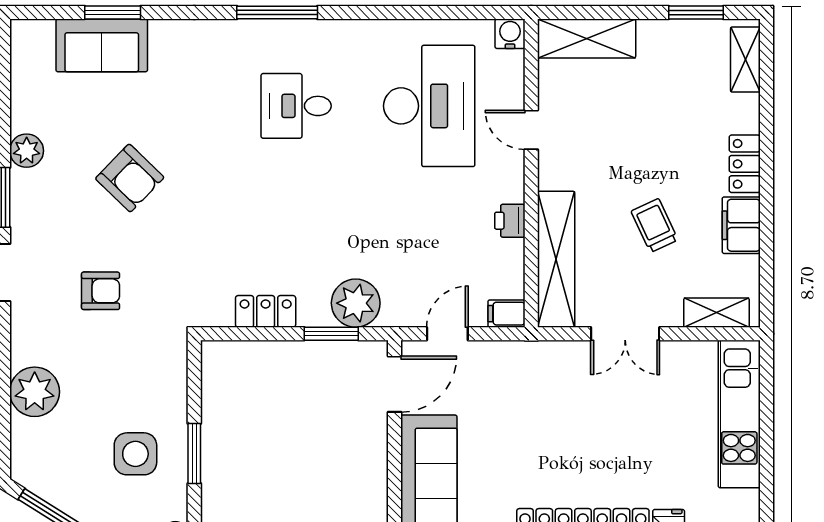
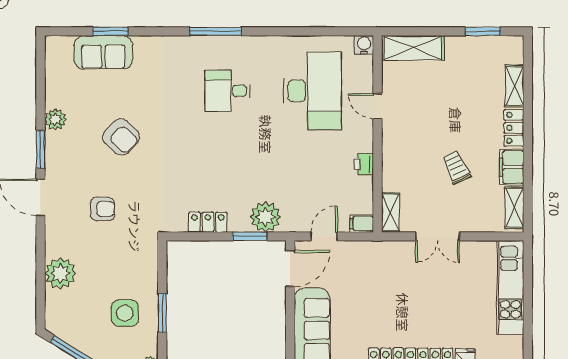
shelving: (745, 59) -> (514, 86), moved
shelving: (556, 259) -> (390, 213), width x0.45, depth x0.75
shelving: (716, 313) -> (514, 208), moved, turned 90

